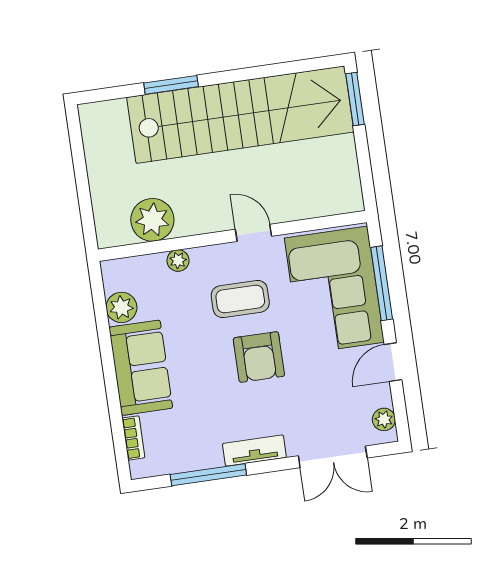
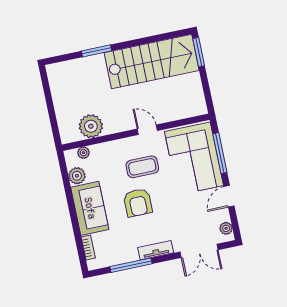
stairs: (240, 115) -> (152, 62), width x0.73
plant: (178, 261) -> (83, 153), moved
armchair: (259, 357) -> (138, 203), moved

